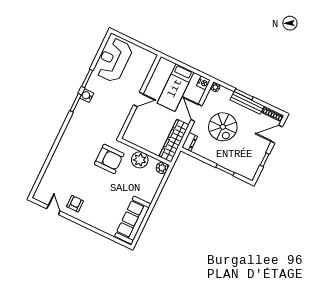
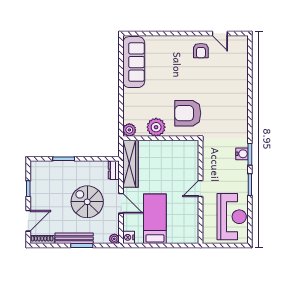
water cooler: (87, 96) -> (242, 154), moved
wall: (140, 97) -> (200, 192), moved
door: (138, 99) -> (200, 188), moved

